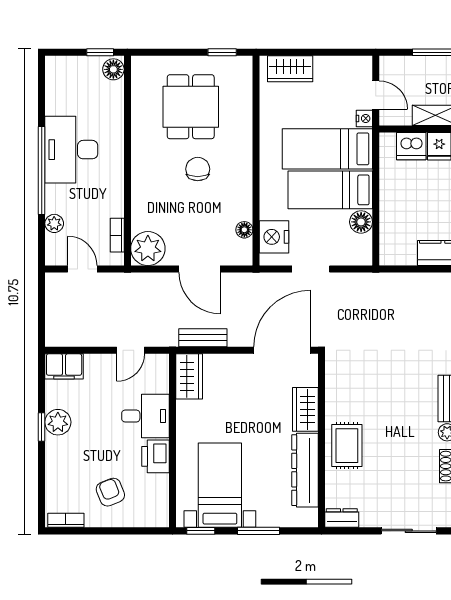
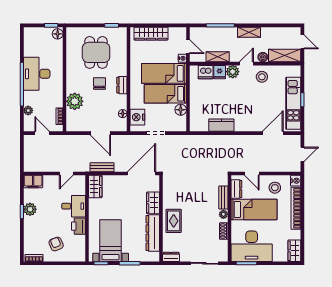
wardrobe: (290, 69) -> (151, 34), width x1.50
dresser: (243, 172) -> (122, 85), added
plant: (148, 249) -> (75, 101), moved

